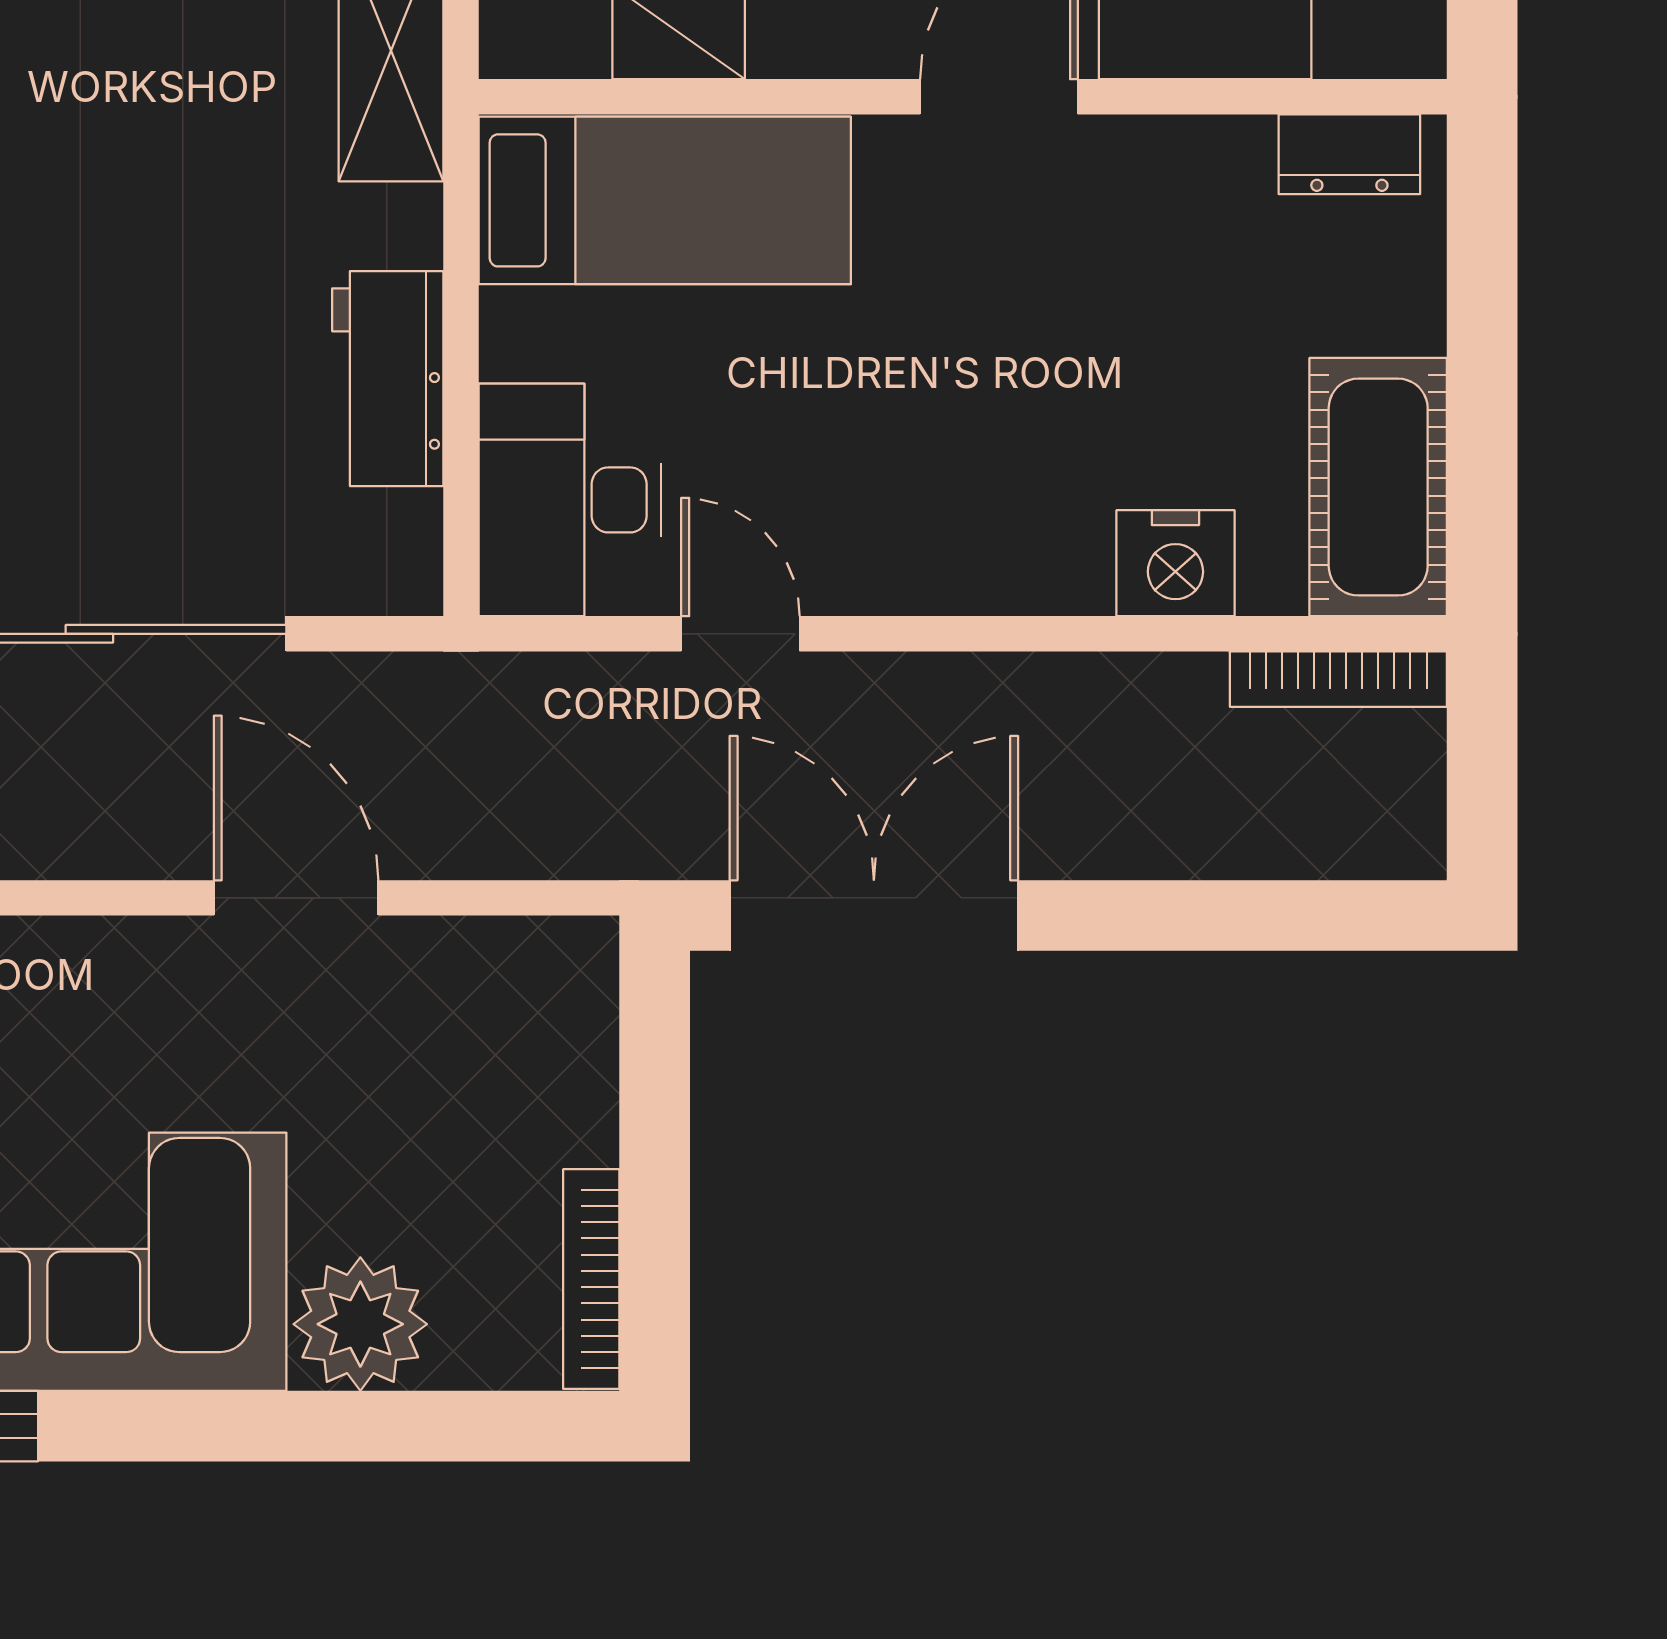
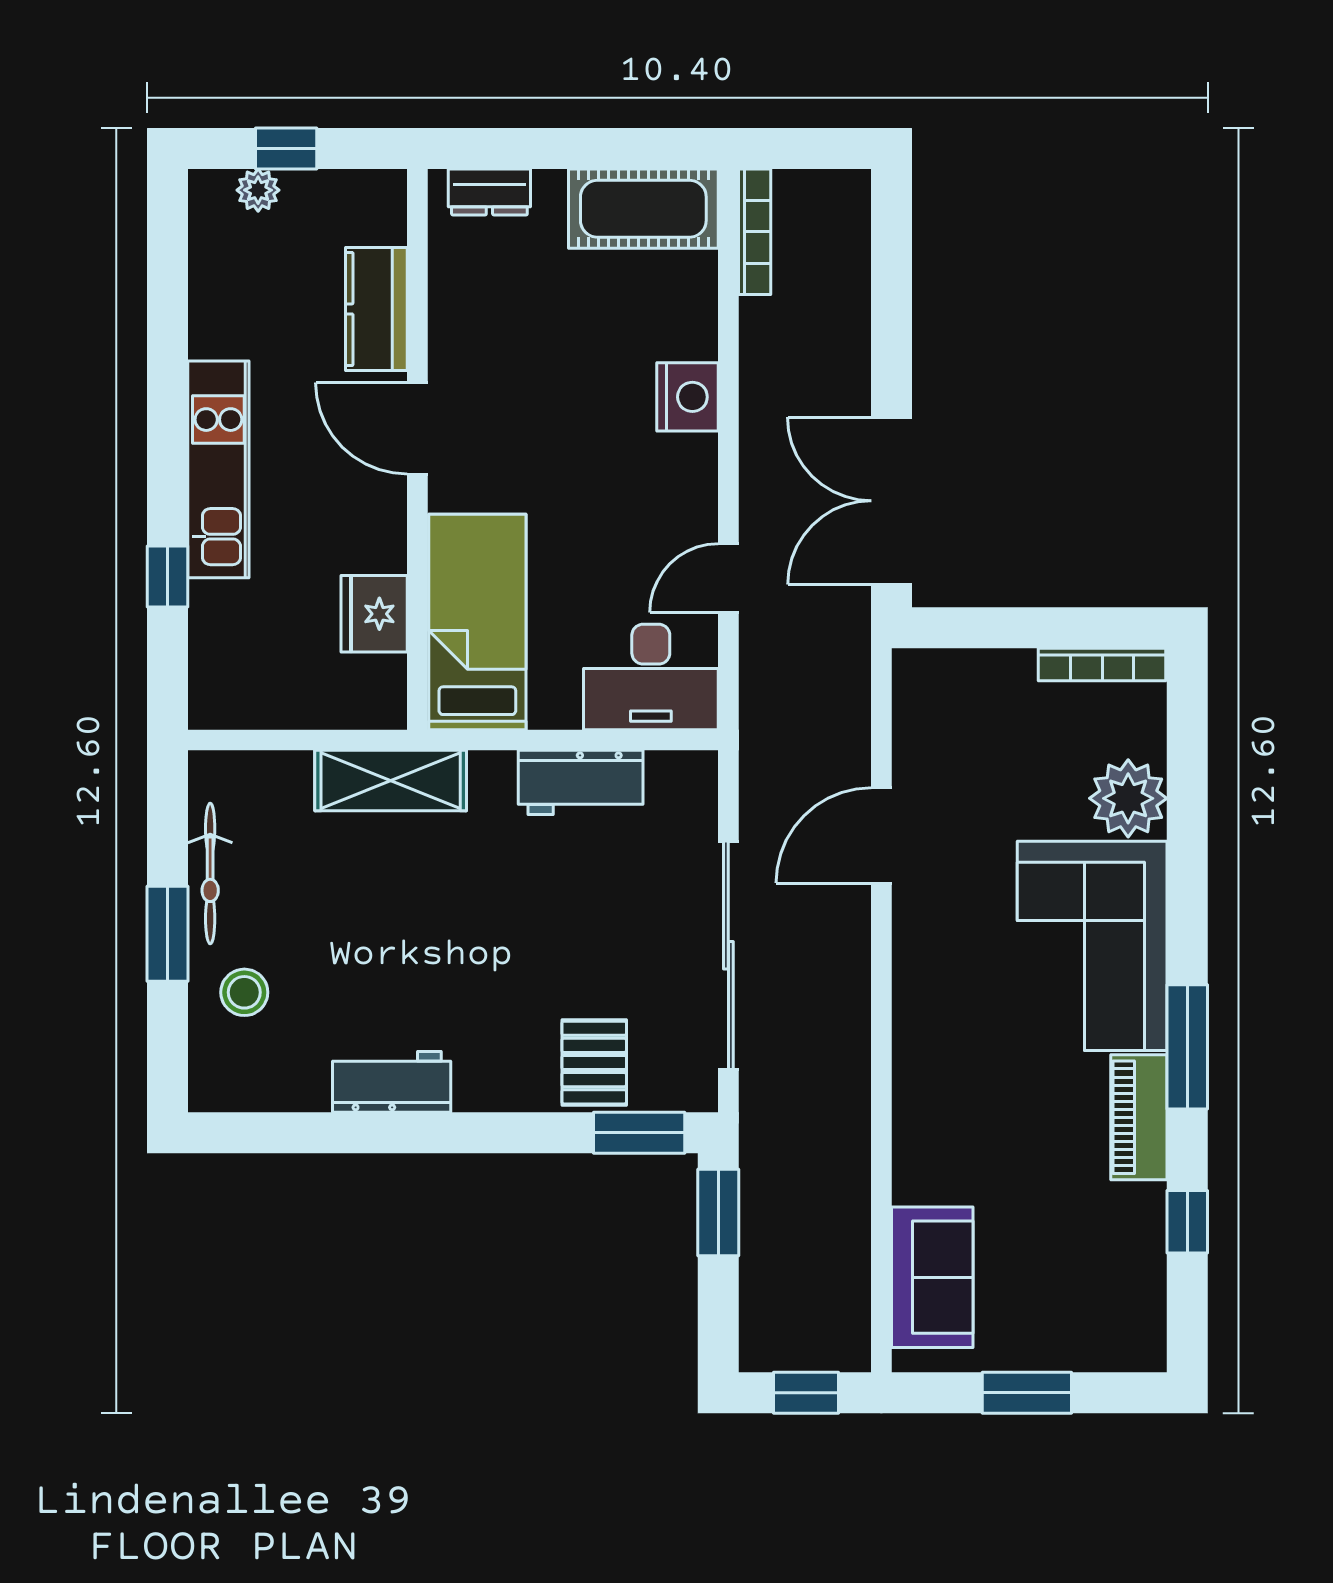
dresser: (1349, 154) -> (489, 192), moved, turned 90
nightstand: (1175, 563) -> (687, 397), moved

